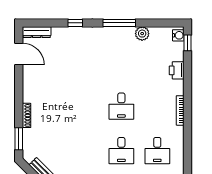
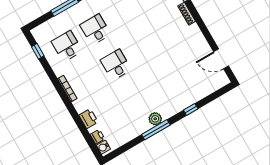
dresser: (37, 32) -> (217, 84), removed
plant: (142, 34) -> (155, 119), moved
window: (188, 43) -> (38, 51), moved
printer: (178, 48) -> (97, 137), added

